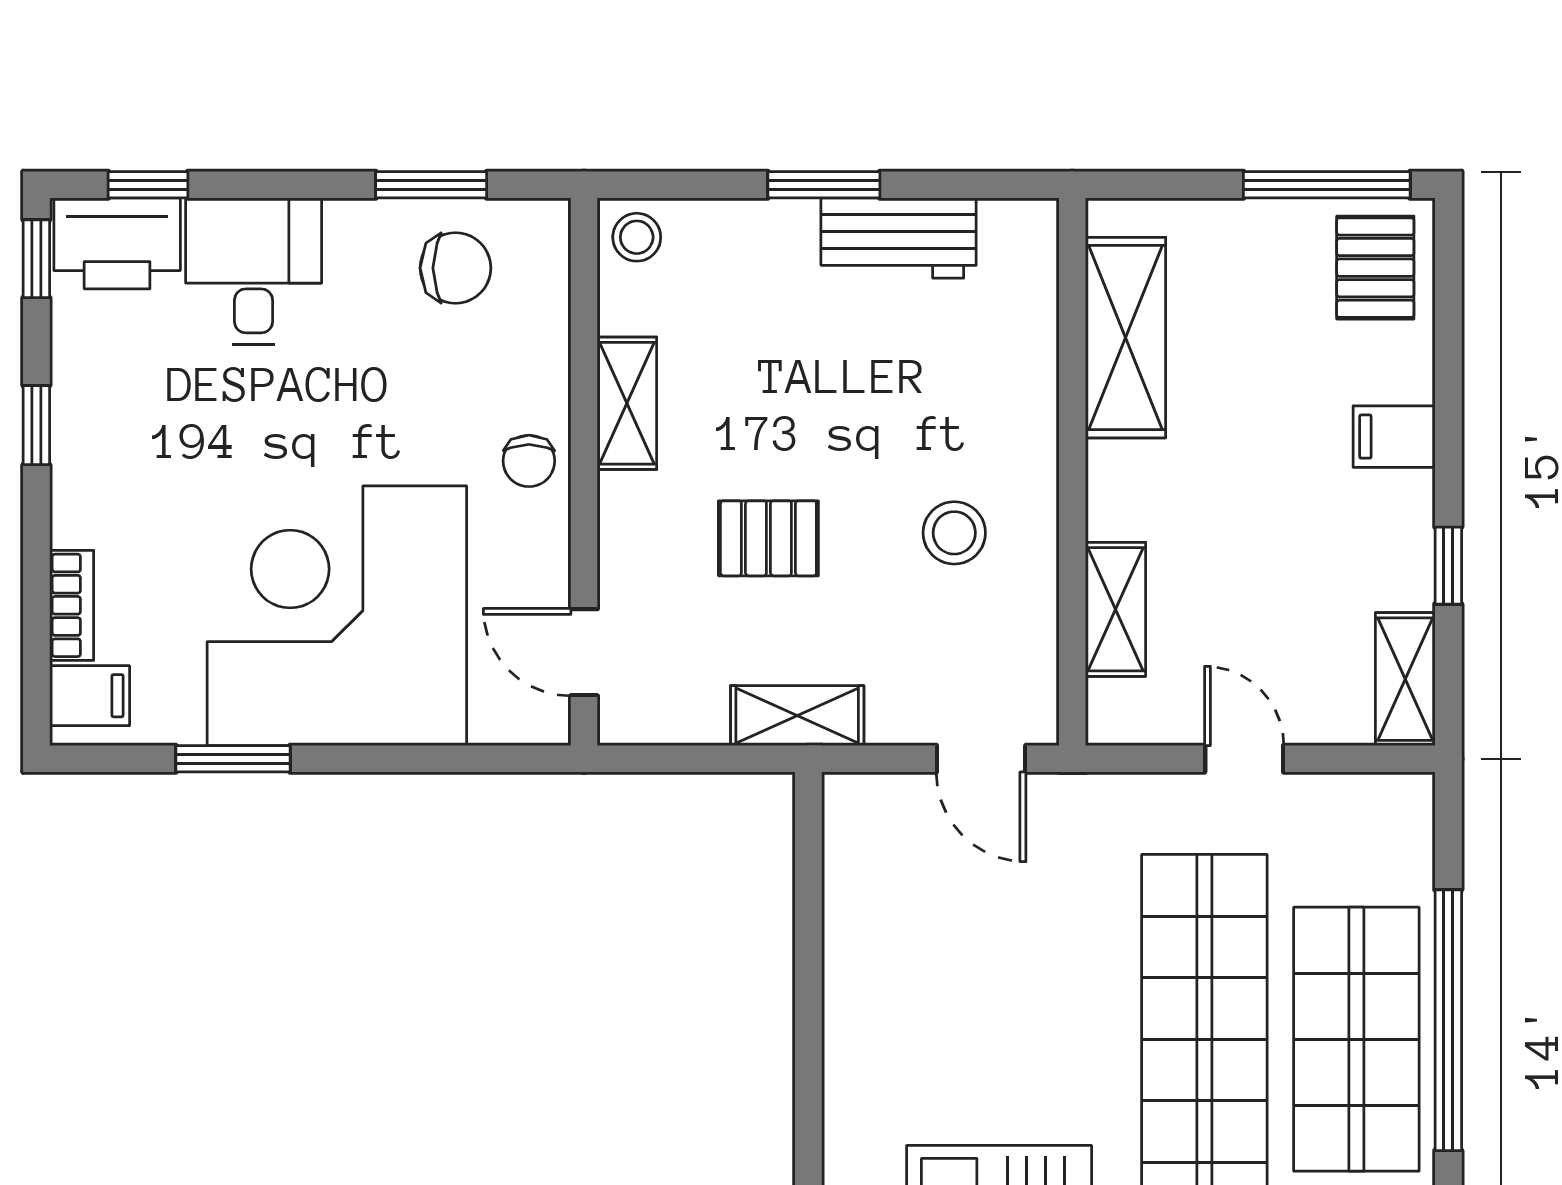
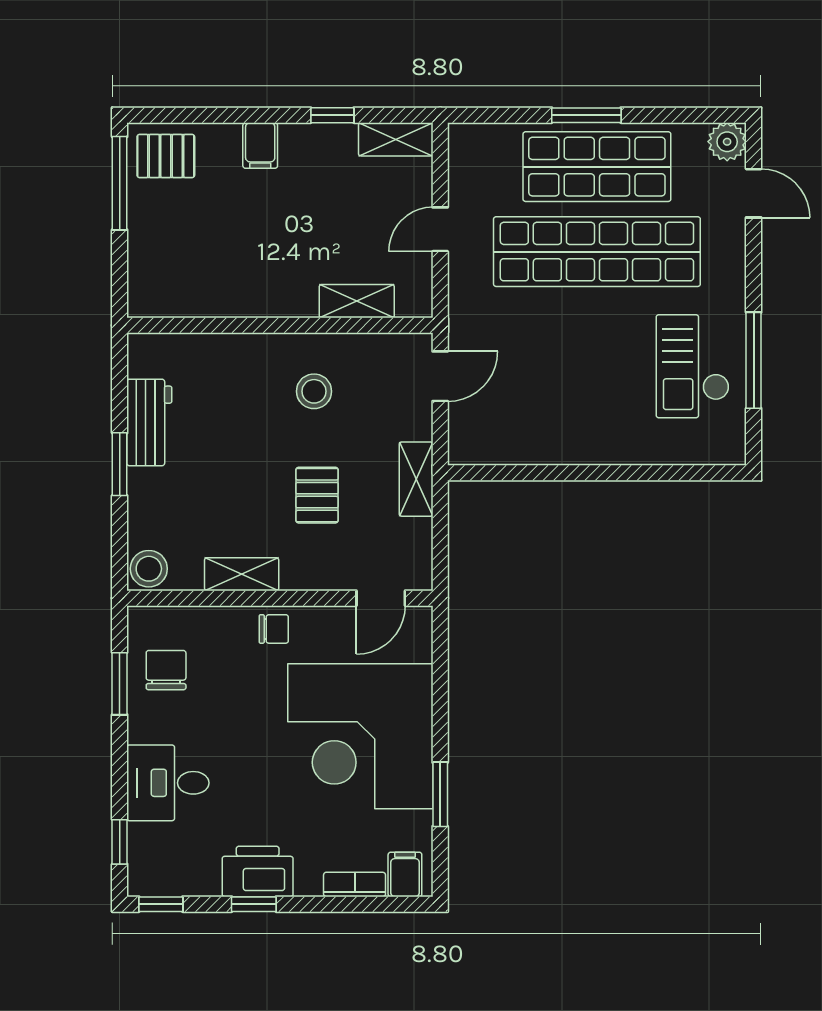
stool: (637, 237) -> (149, 569), width x1.37, depth x1.37
printer: (117, 243) -> (258, 871), moved, turned -90
shelving: (1126, 338) -> (205, 296), removed
window: (1448, 1020) -> (586, 115), width x0.47

